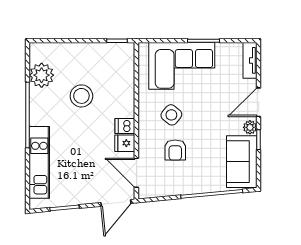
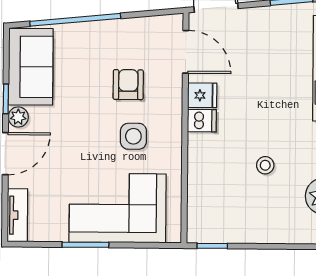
stool: (81, 96) -> (265, 165), width x0.53, depth x0.53
side table: (171, 115) -> (133, 136), turned -38

